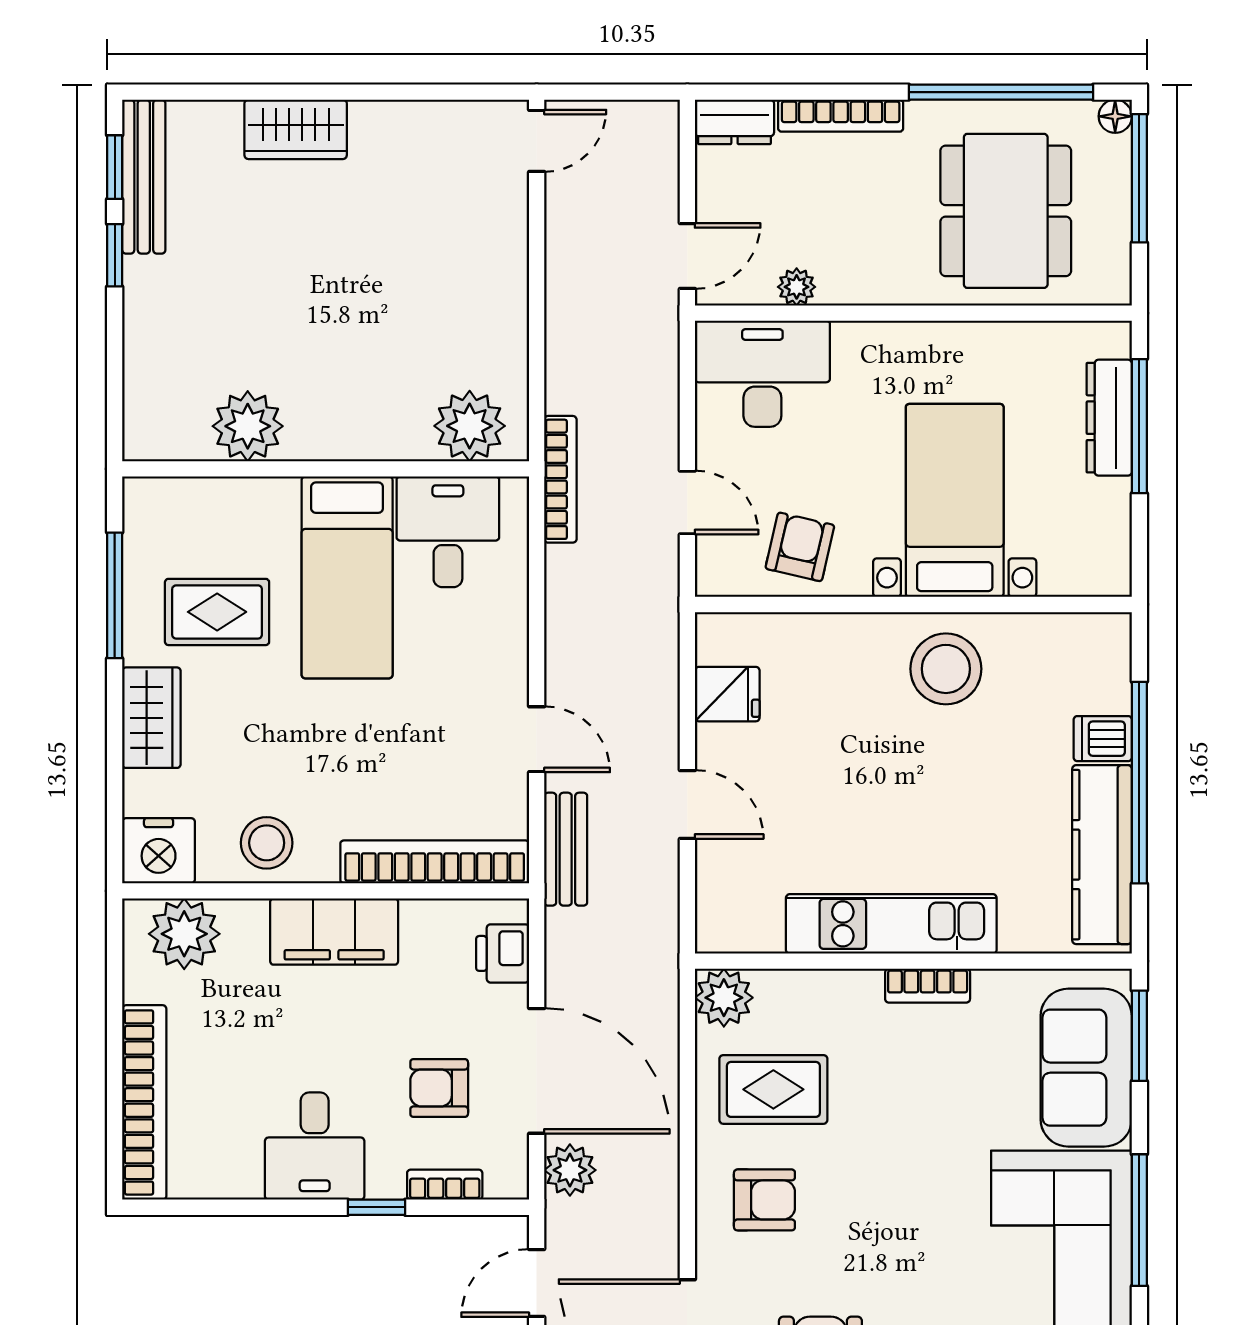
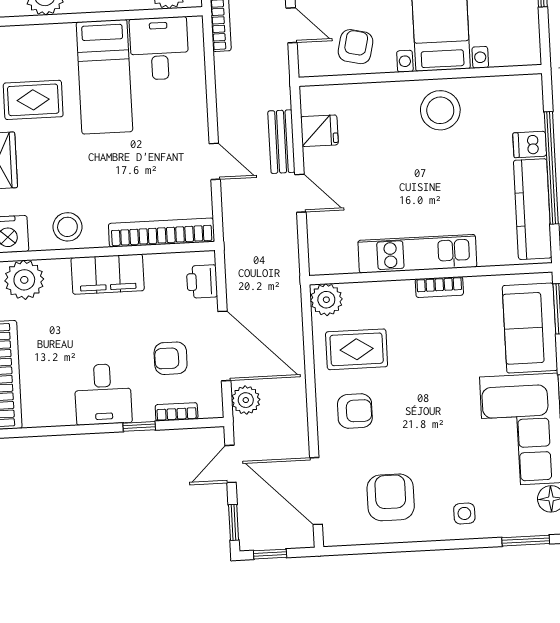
bench: (566, 849) -> (281, 142), moved

